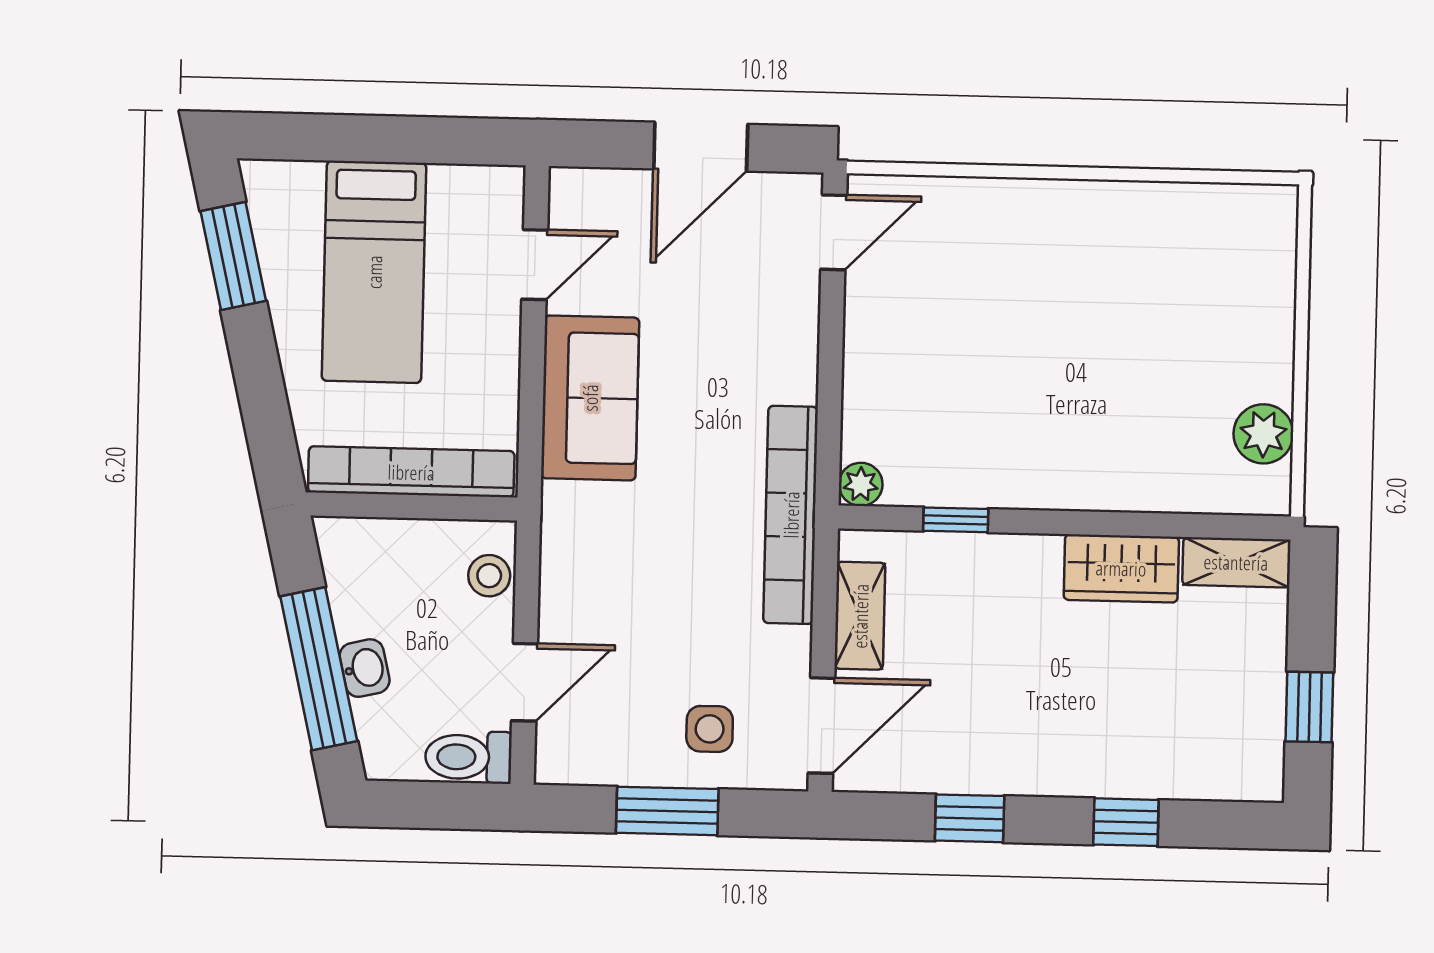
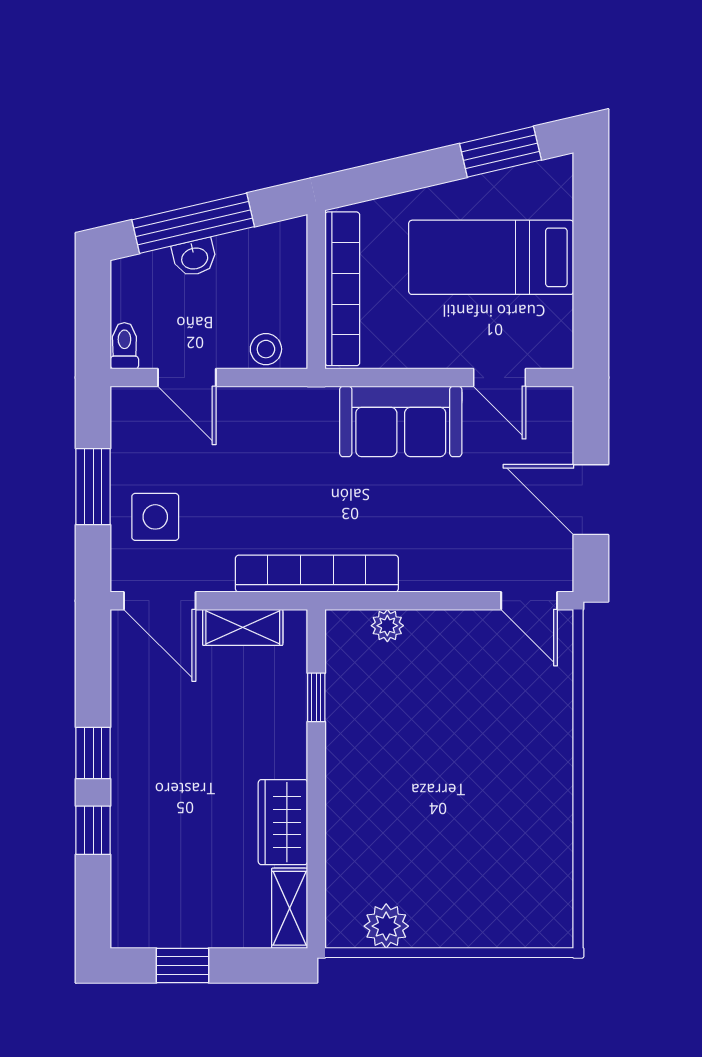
plant: (861, 484) -> (387, 626), moved
side table: (710, 729) -> (155, 517), width x1.37, depth x1.37
toilet: (468, 757) -> (124, 346), width x0.73, depth x0.72
window: (970, 818) -> (93, 753), moved

